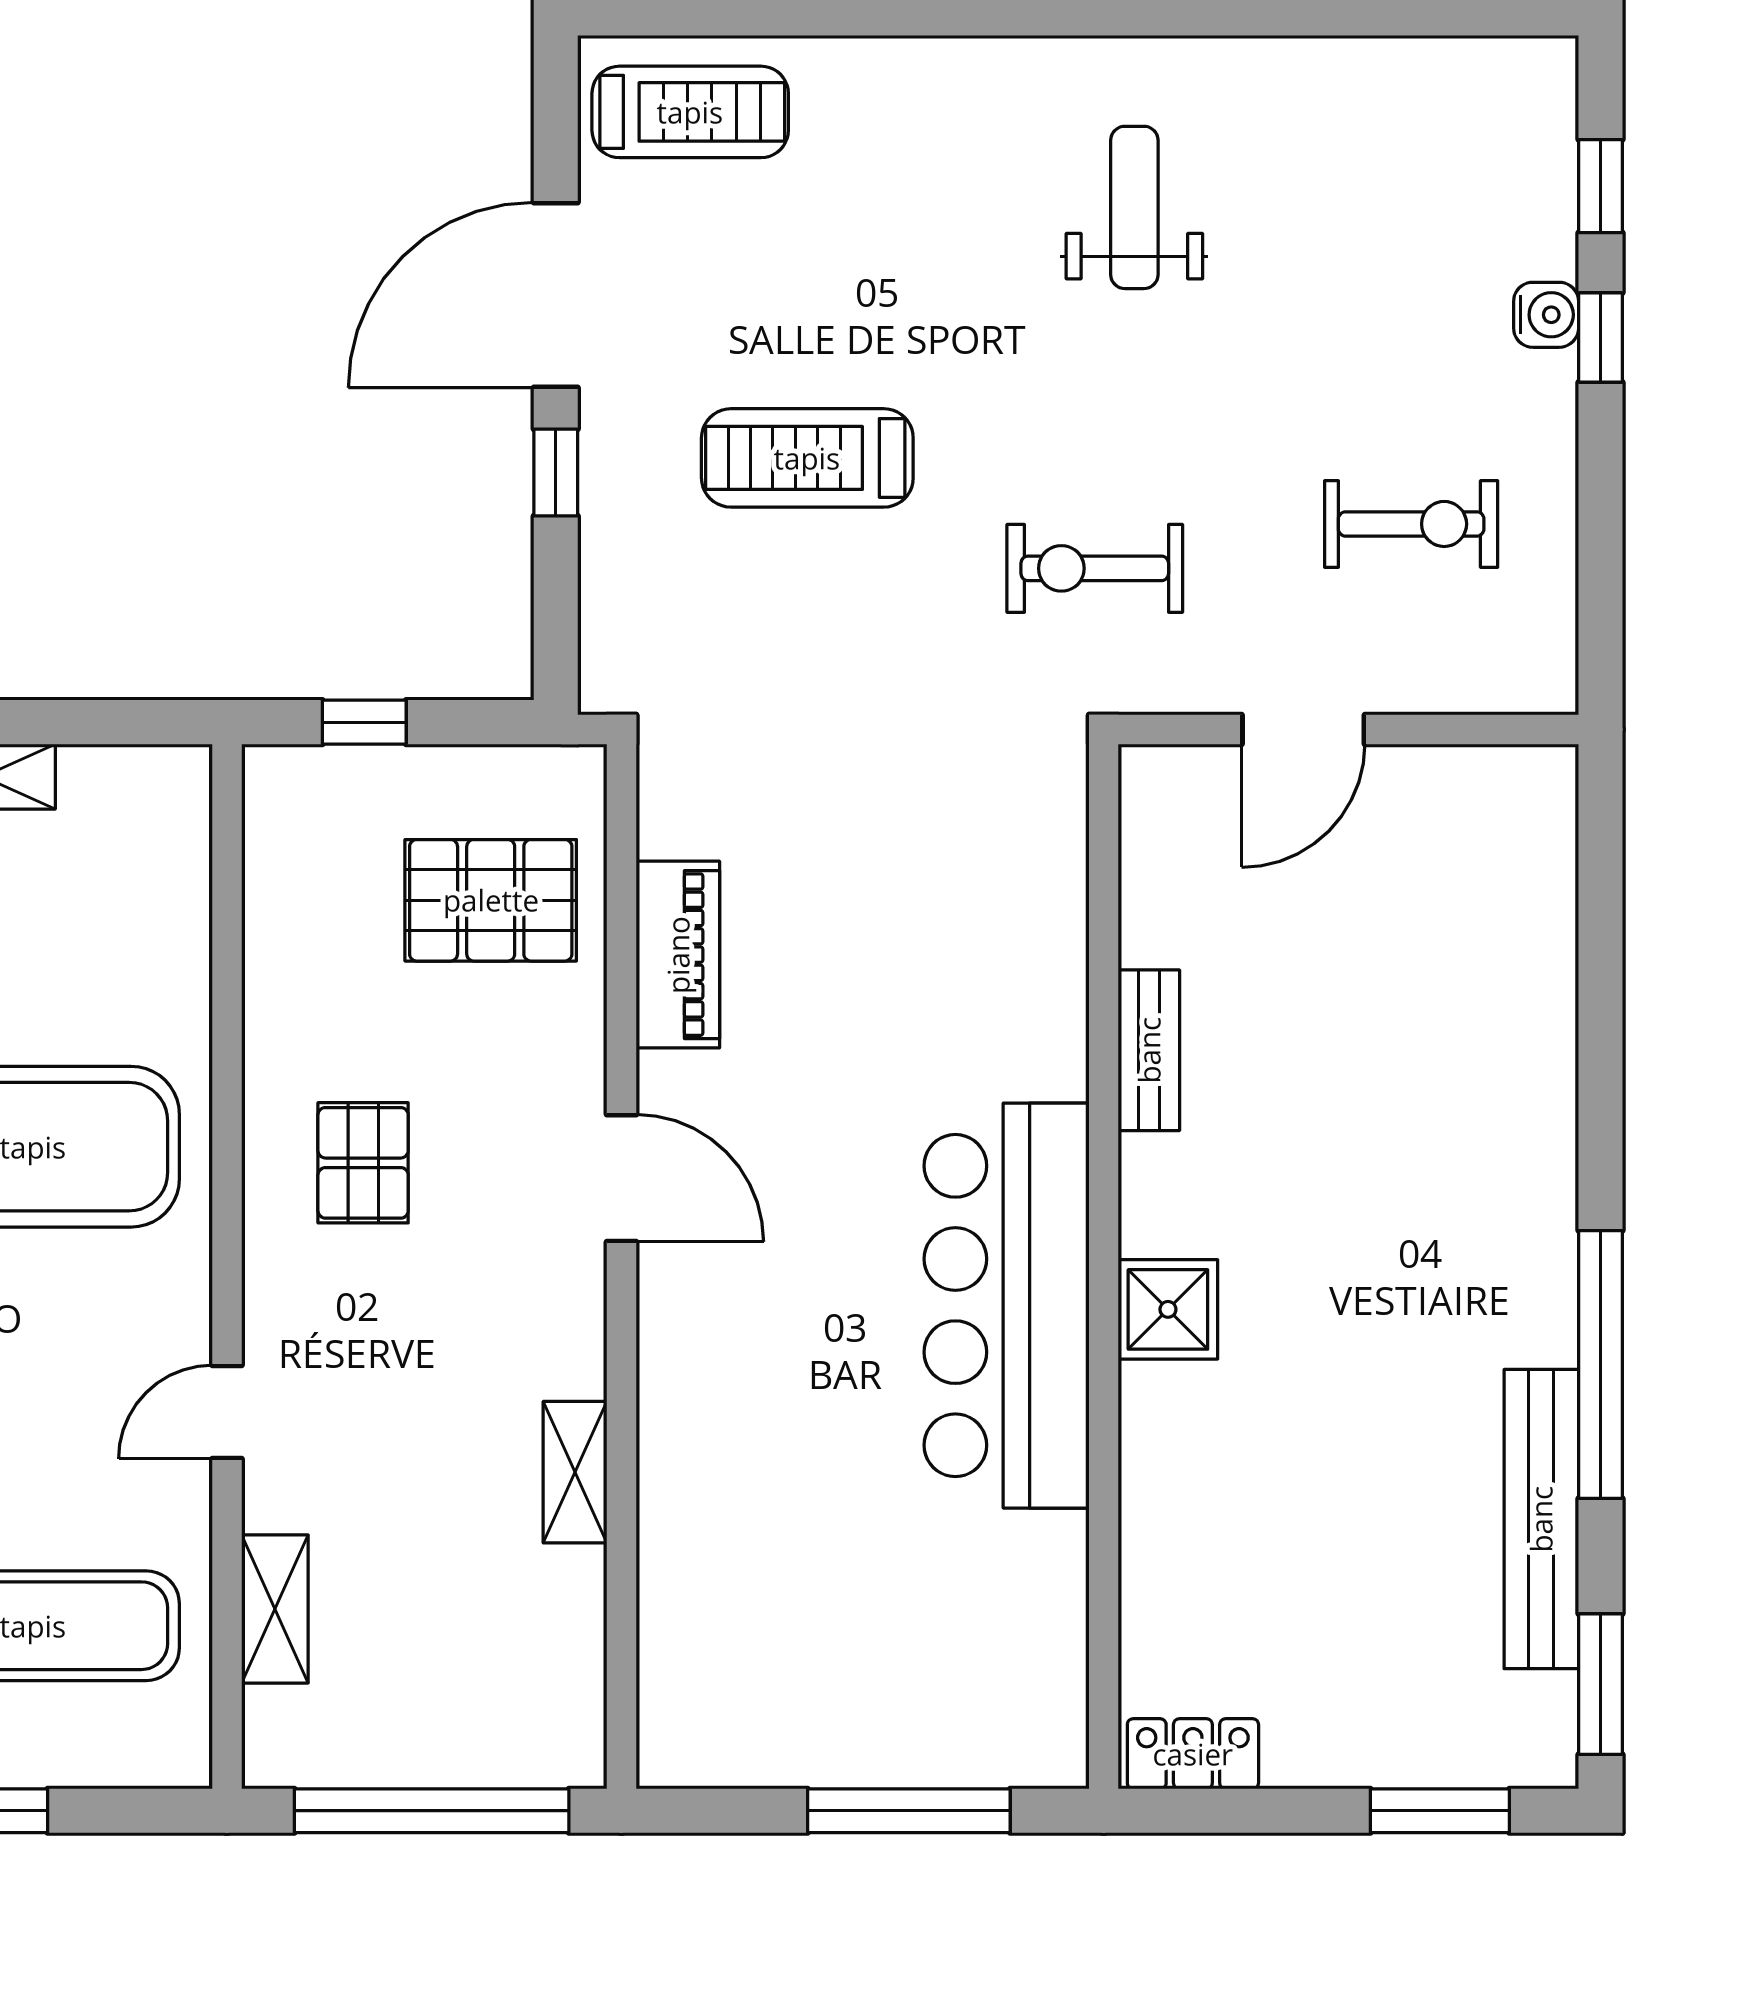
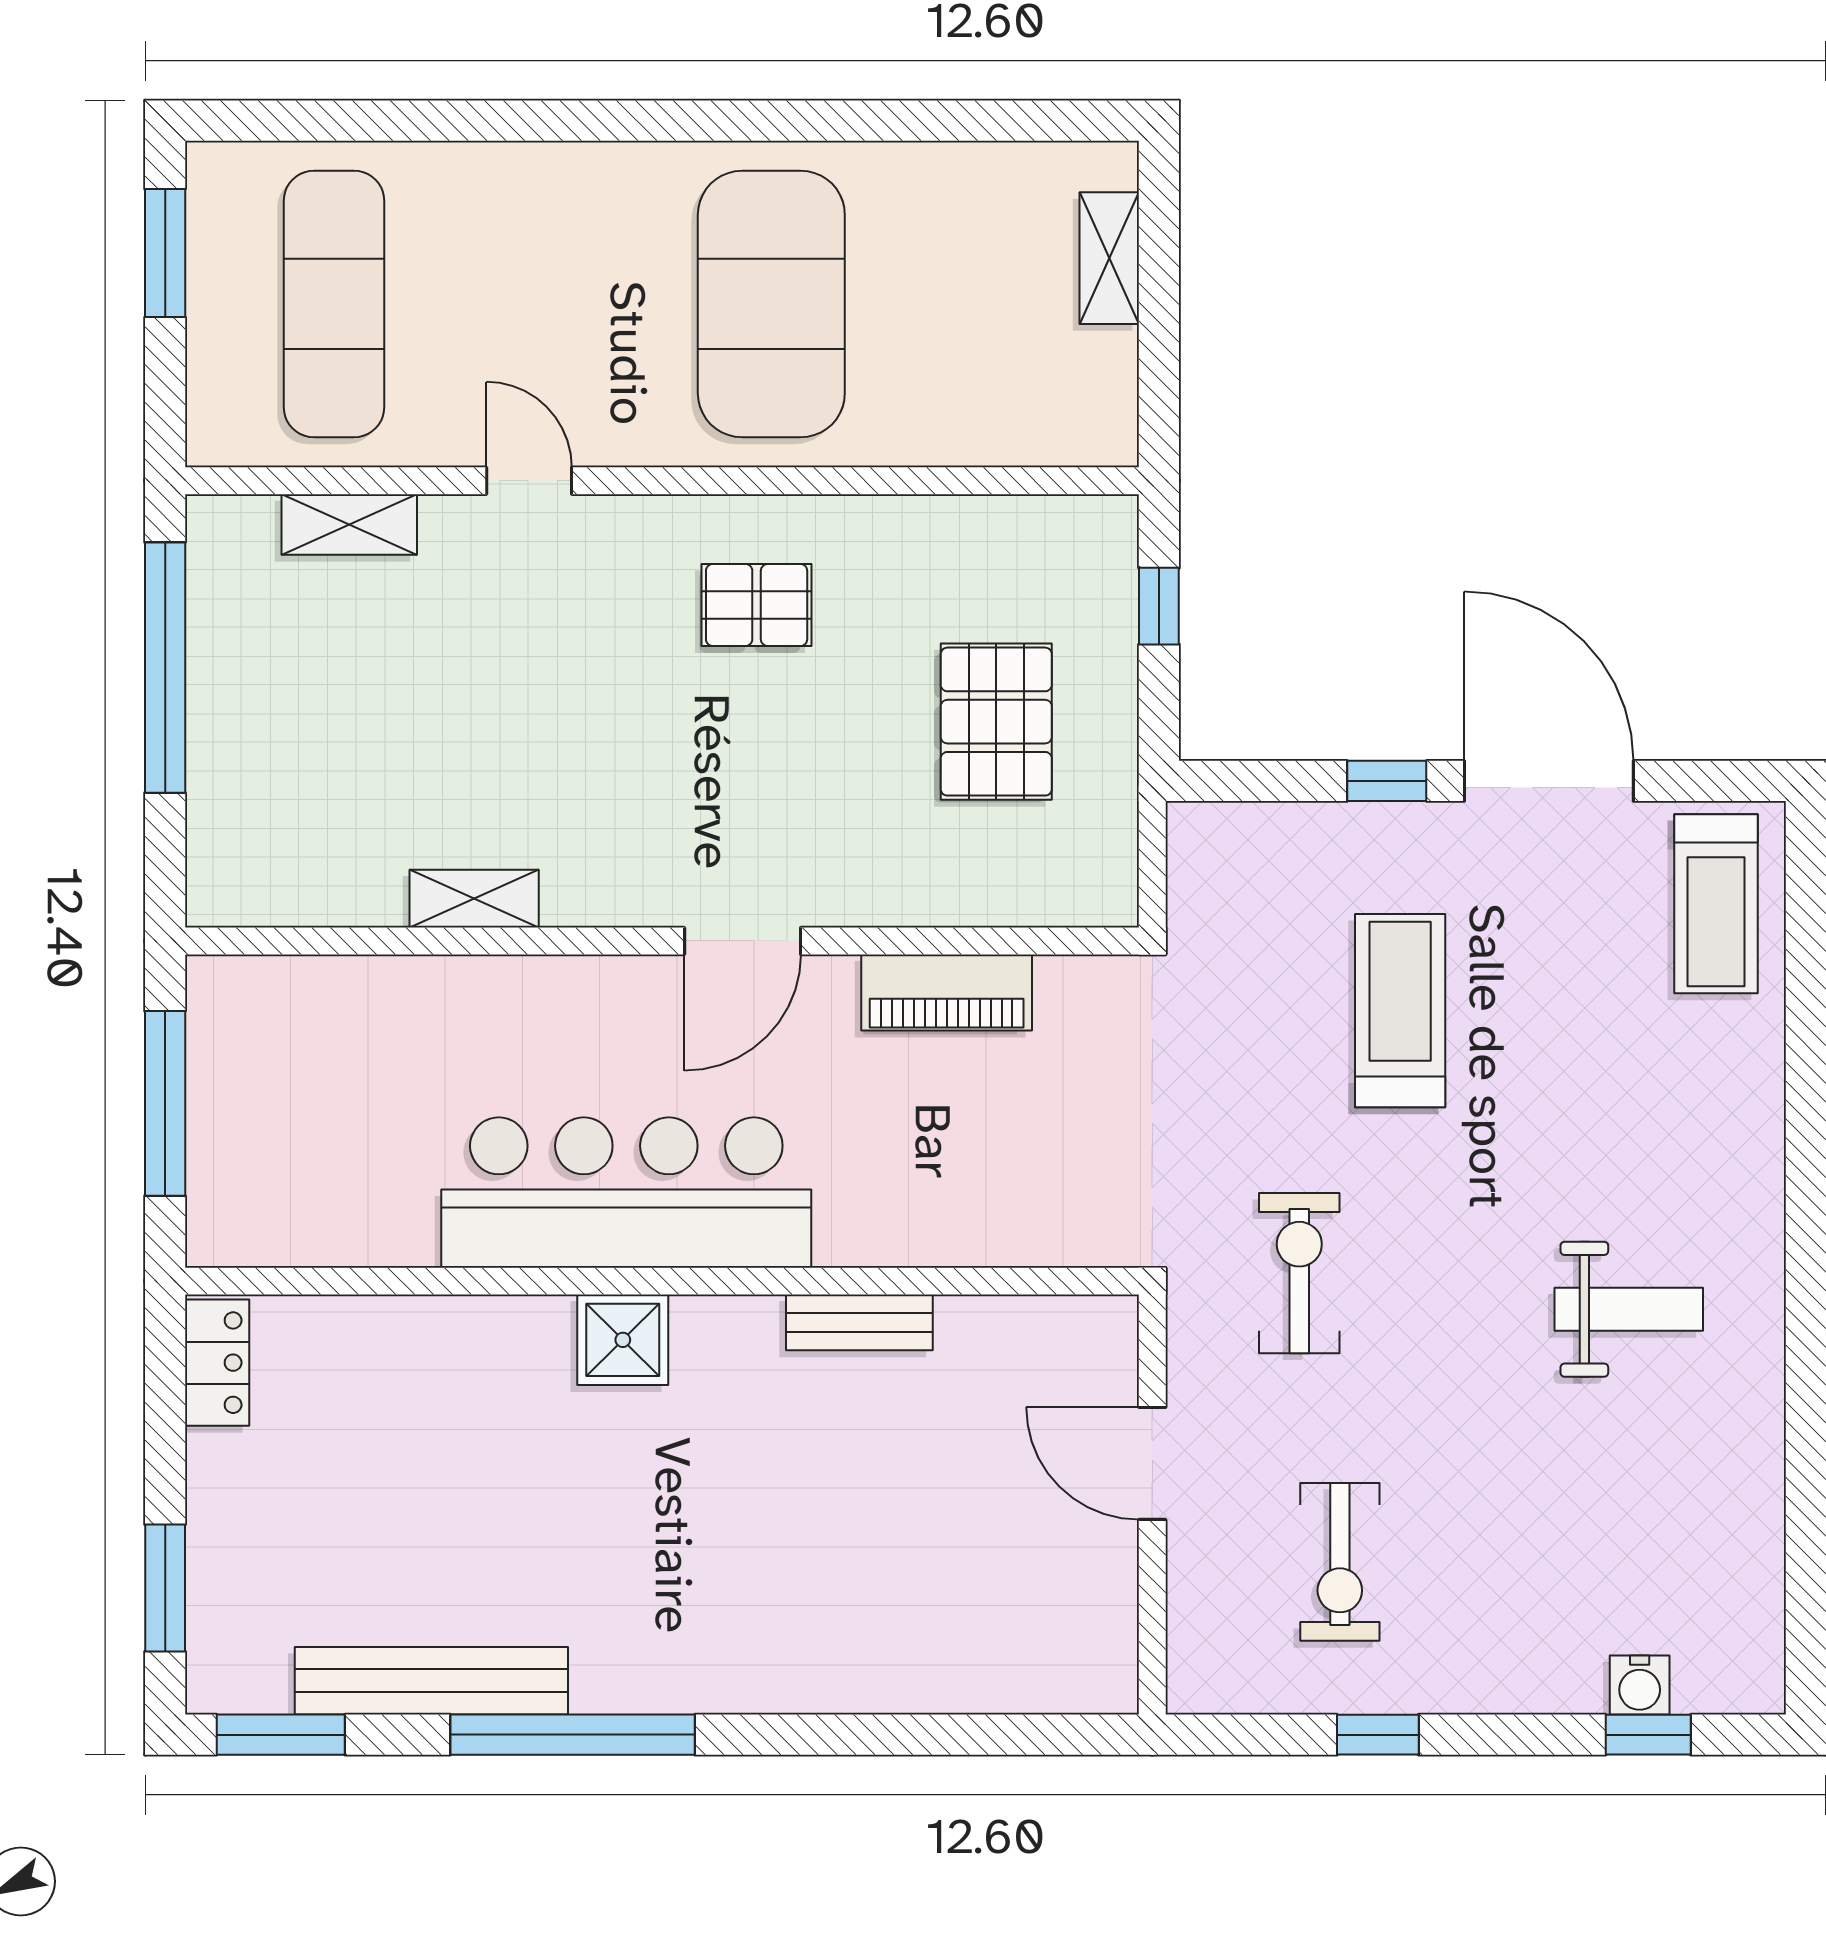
water cooler: (1546, 315) -> (1640, 1685), moved
window: (1600, 338) -> (1378, 1735), moved
piano: (678, 955) -> (947, 992), moved
door: (621, 1178) -> (743, 941), moved
wall: (621, 1266) -> (662, 941), moved
shelving: (575, 1472) -> (474, 899), moved

